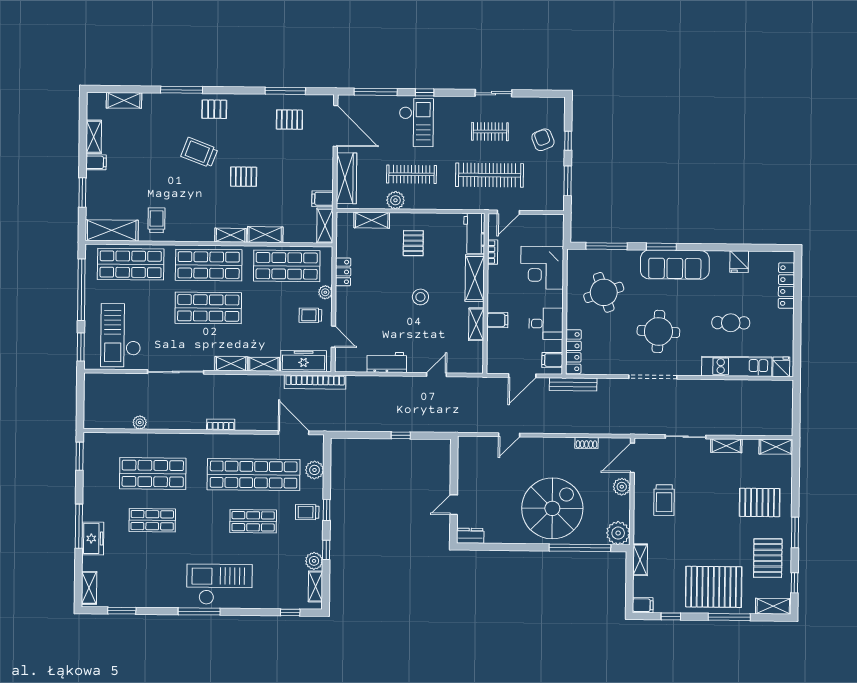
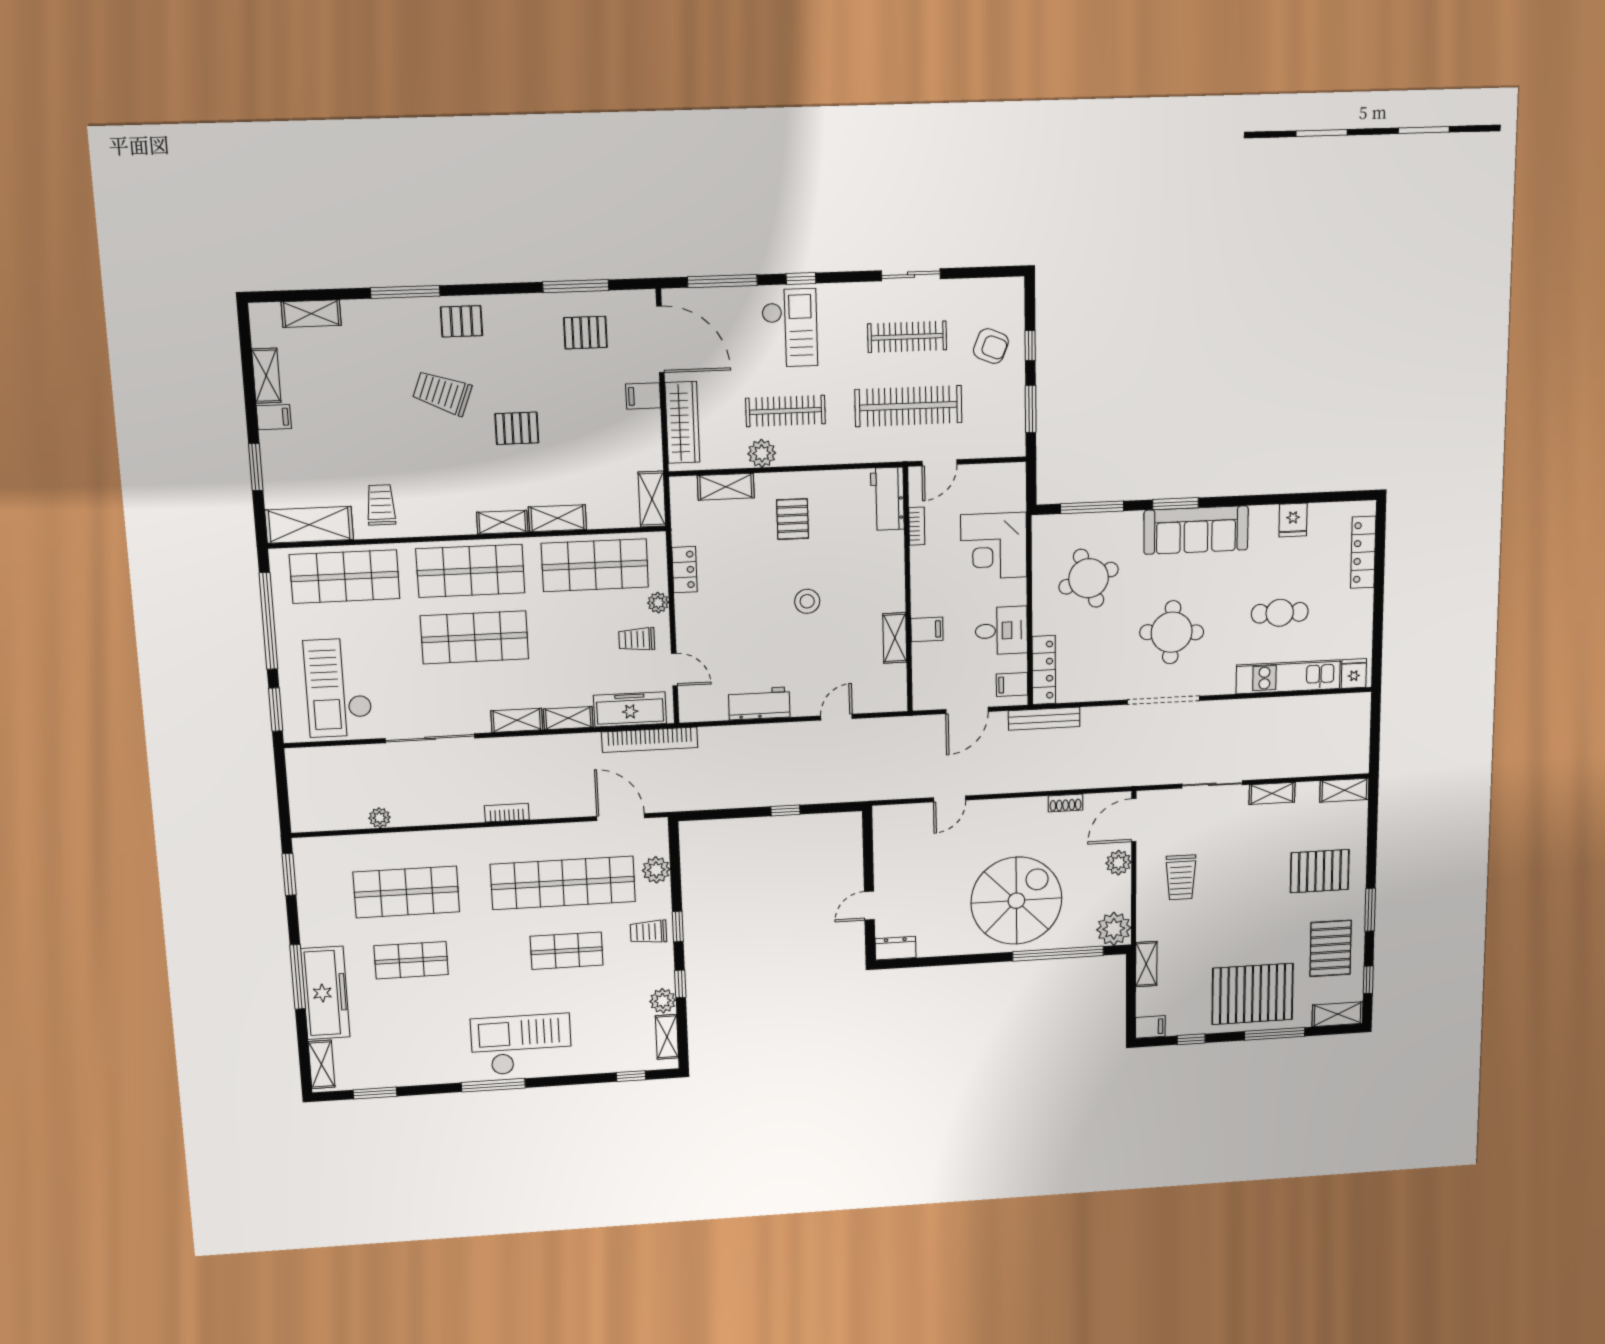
clothes rail: (490, 132) -> (907, 337), width x1.36
armchair: (543, 140) -> (991, 346), turned 134
filing cabinet: (323, 199) -> (643, 396), moved
shelving: (475, 278) -> (890, 568), removed
freezer: (93, 538) -> (325, 993), width x1.91, depth x1.26

